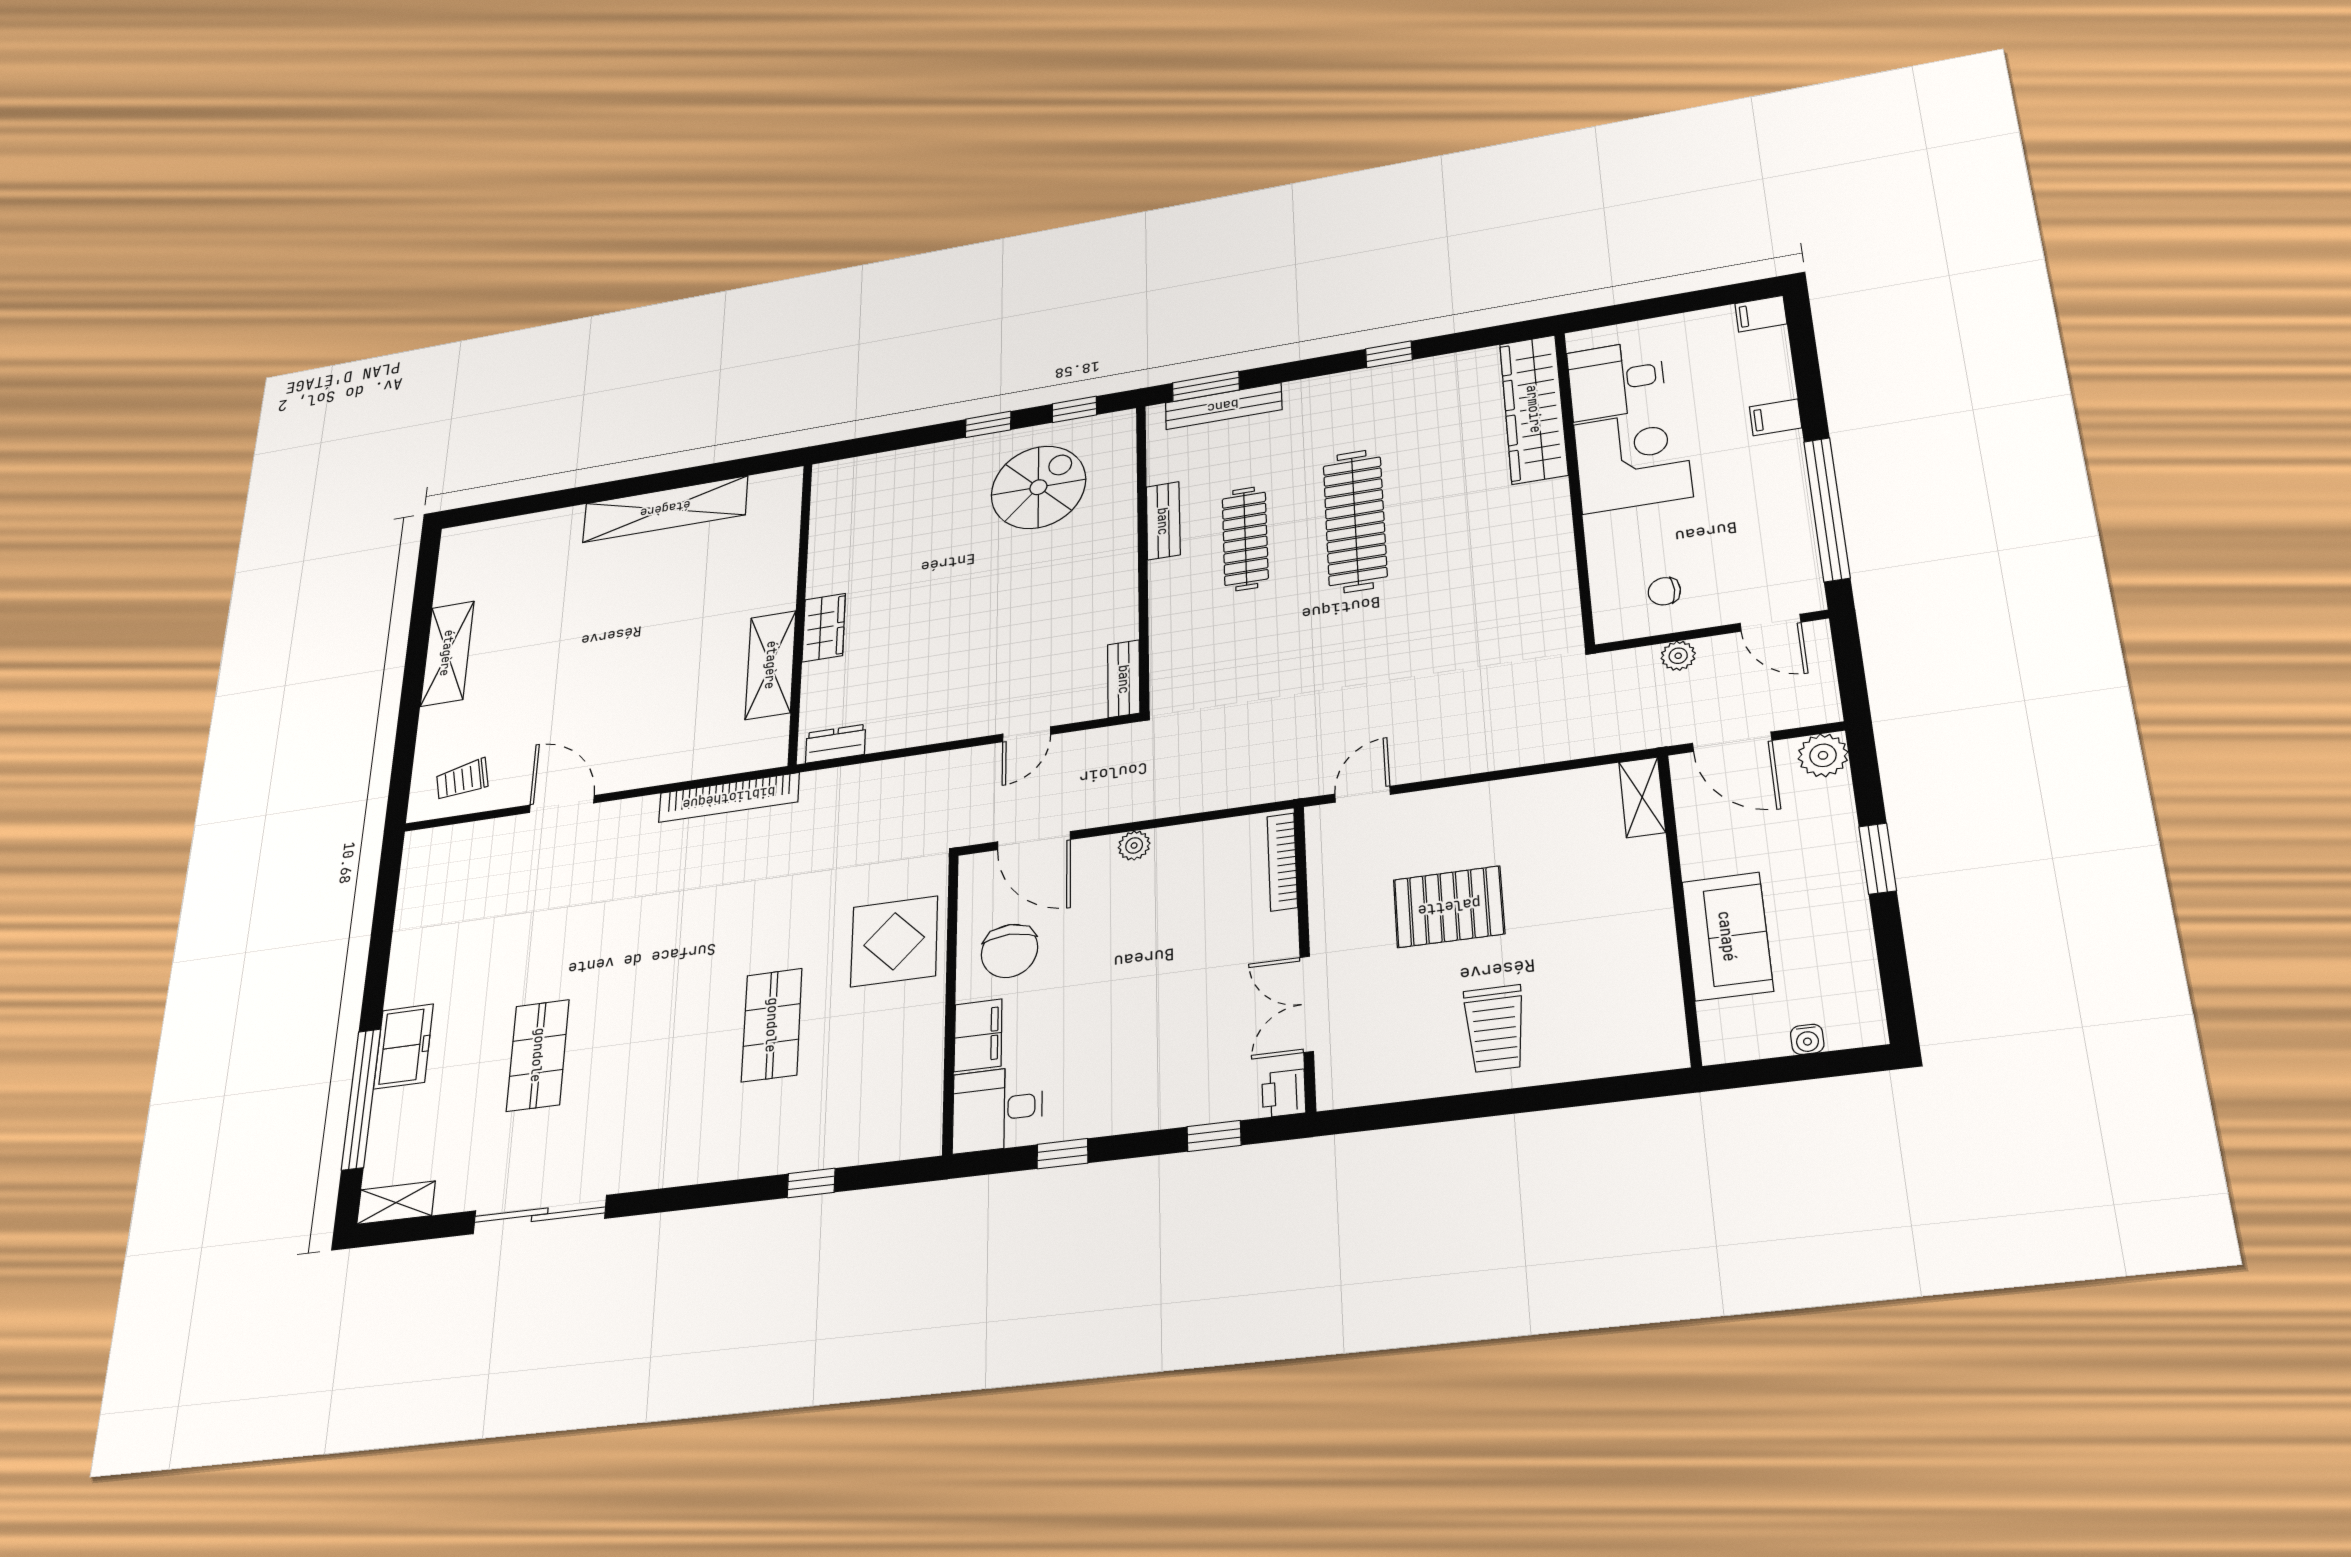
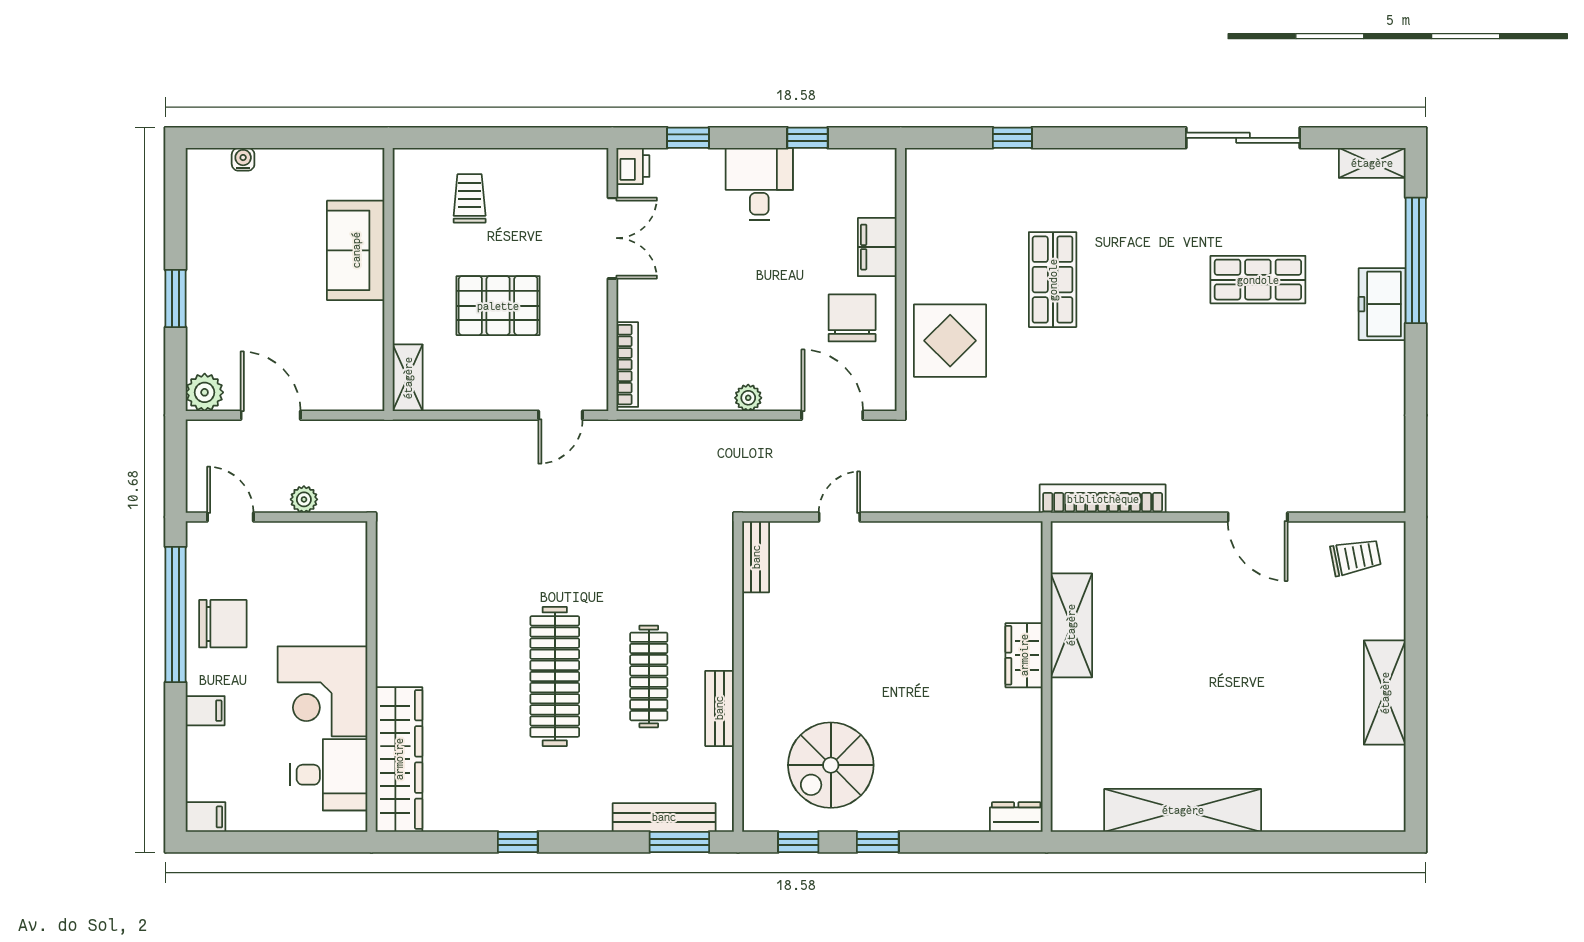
chair: (1664, 591) -> (223, 624), moved, width x1.87, depth x1.87
dresser: (835, 744) -> (1016, 817), moved, turned 180
shelving: (1642, 797) -> (408, 378), moved
wall: (1679, 907) -> (389, 280), moved
sofa: (1727, 936) -> (356, 250), moved
trolley: (1495, 1028) -> (470, 198), width x0.73, depth x0.72
shop shelf: (538, 1055) -> (1258, 280), turned 90
desk: (997, 1109) -> (759, 184), moved, turned -90

